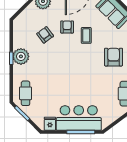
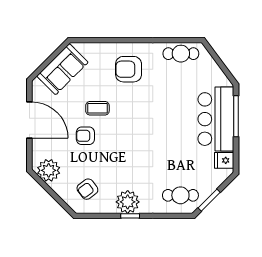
armchair: (45, 35) -> (87, 189), moved

